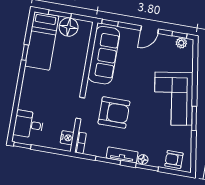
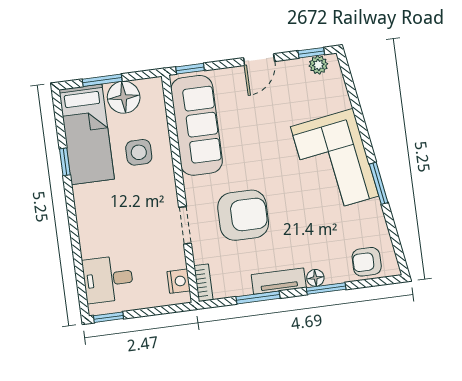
side table: (67, 60) -> (139, 152), added

